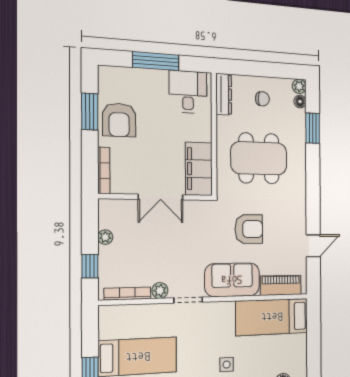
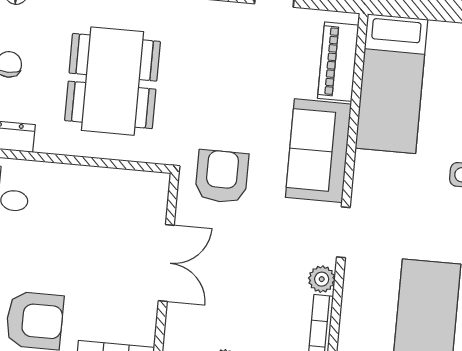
filing cabinet: (199, 169) -> (124, 192), removed
armchair: (249, 229) -> (222, 177), moved

